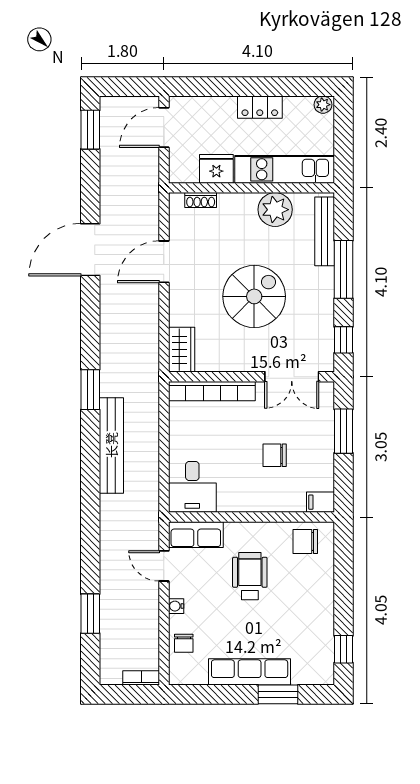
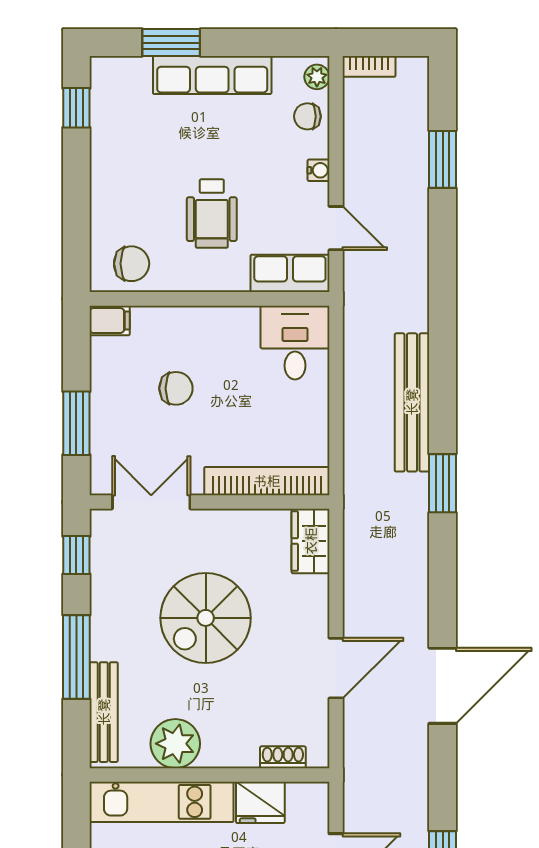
chair: (184, 643) -> (307, 116), turned -90
plant: (177, 671) -> (317, 77), added

